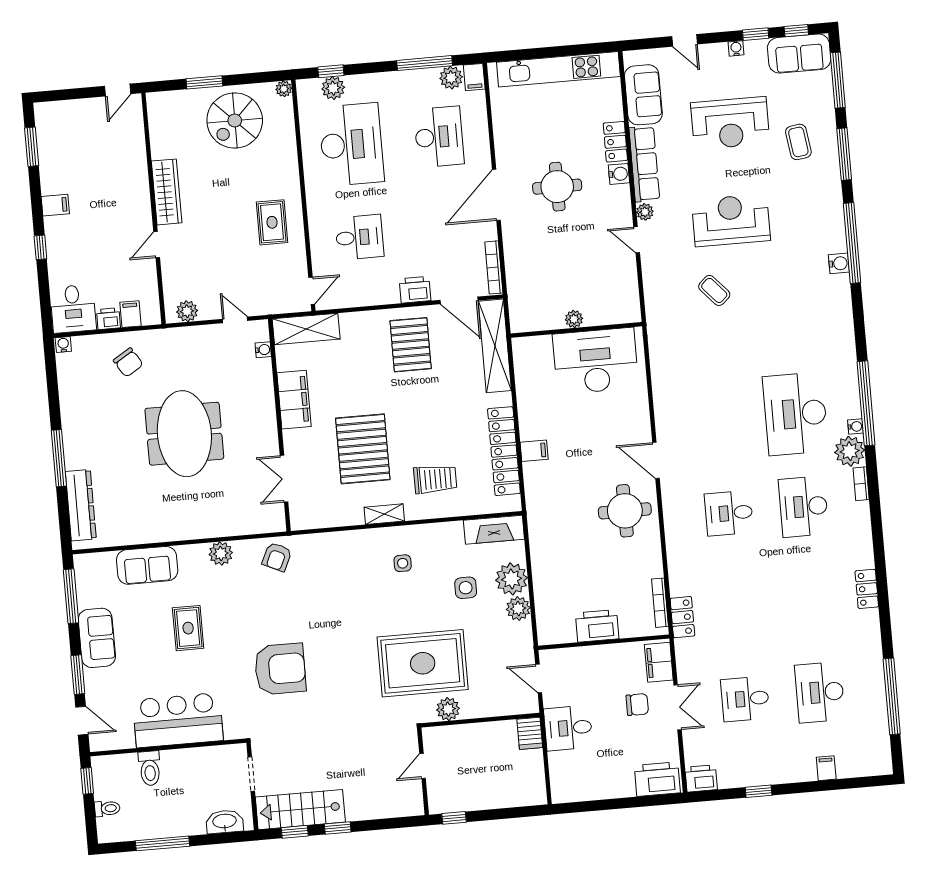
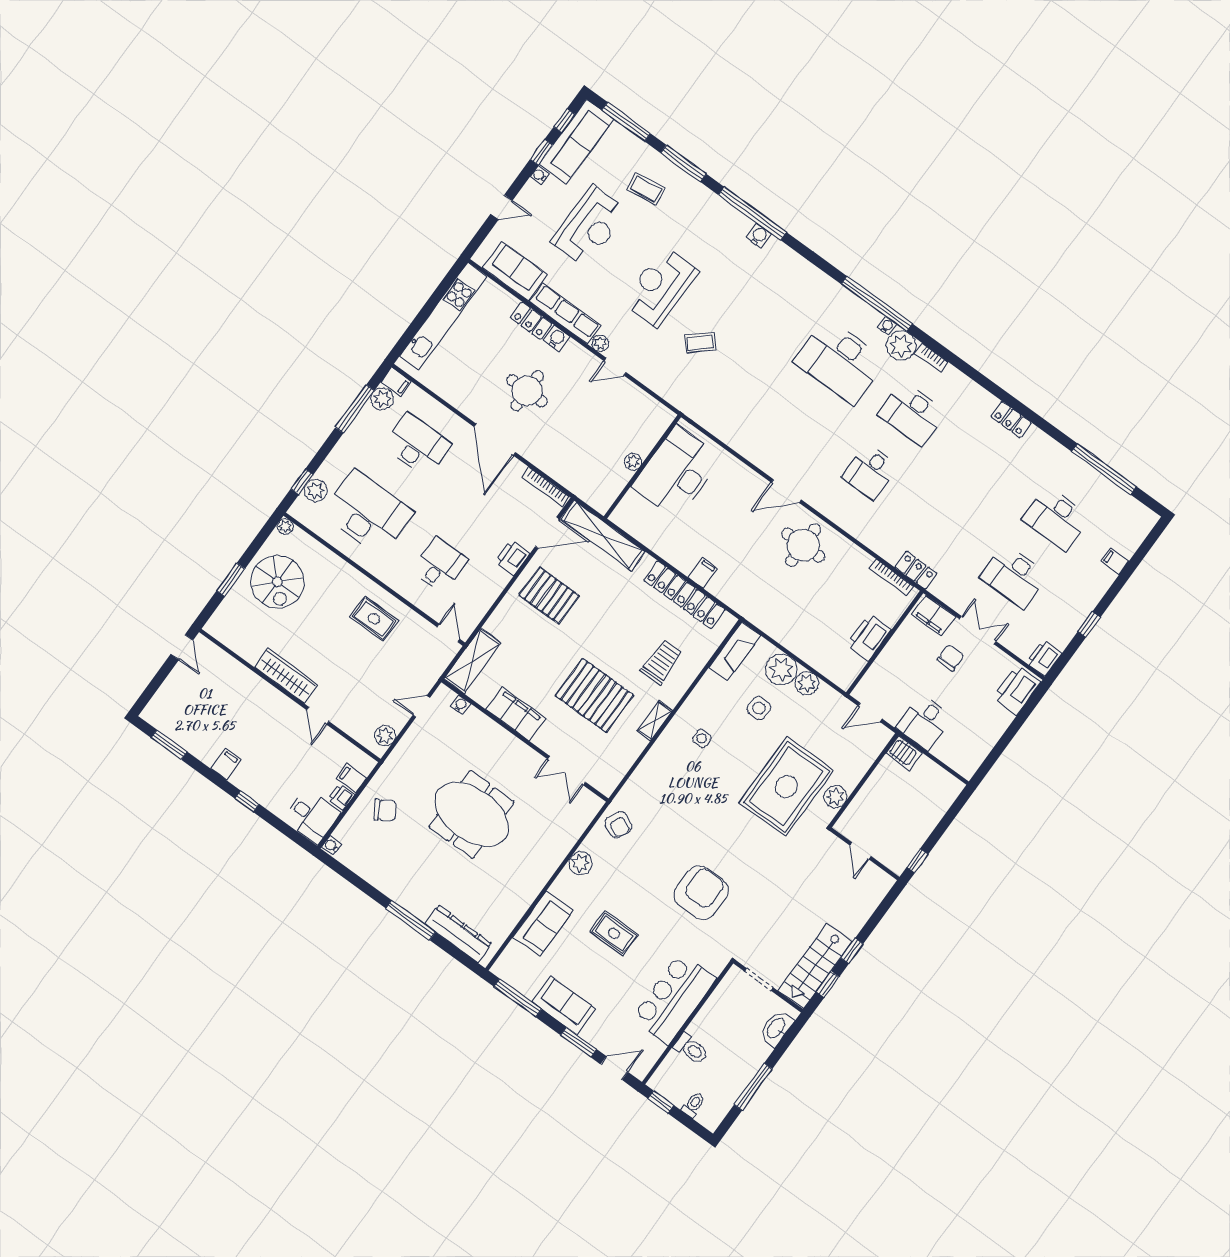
sofa: (799, 54) -> (576, 142), width x1.36
desk: (745, 699) -> (1014, 576), width x1.37

